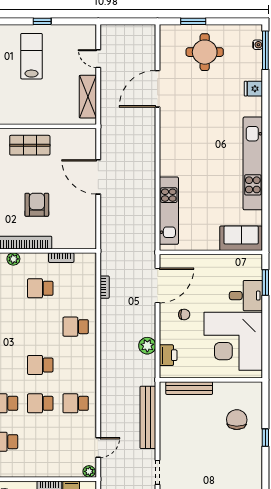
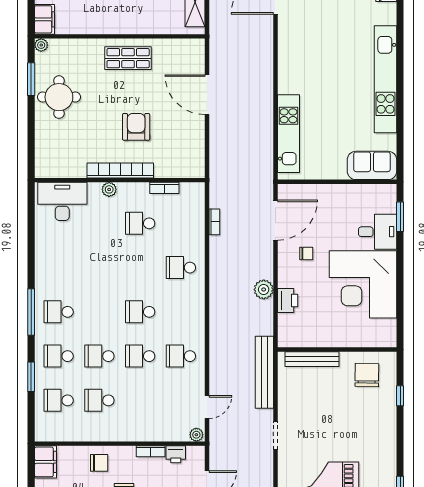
wall: (211, 380) -> (337, 349), moved
bench: (189, 388) -> (312, 359), moved

